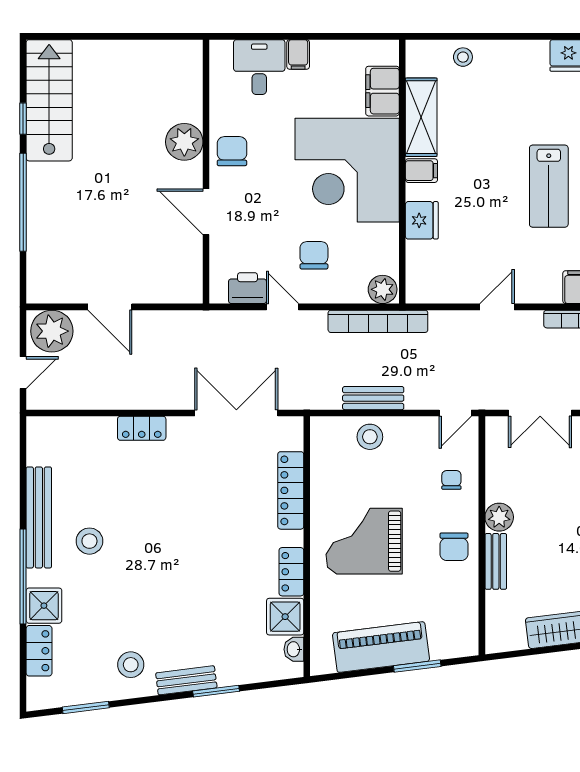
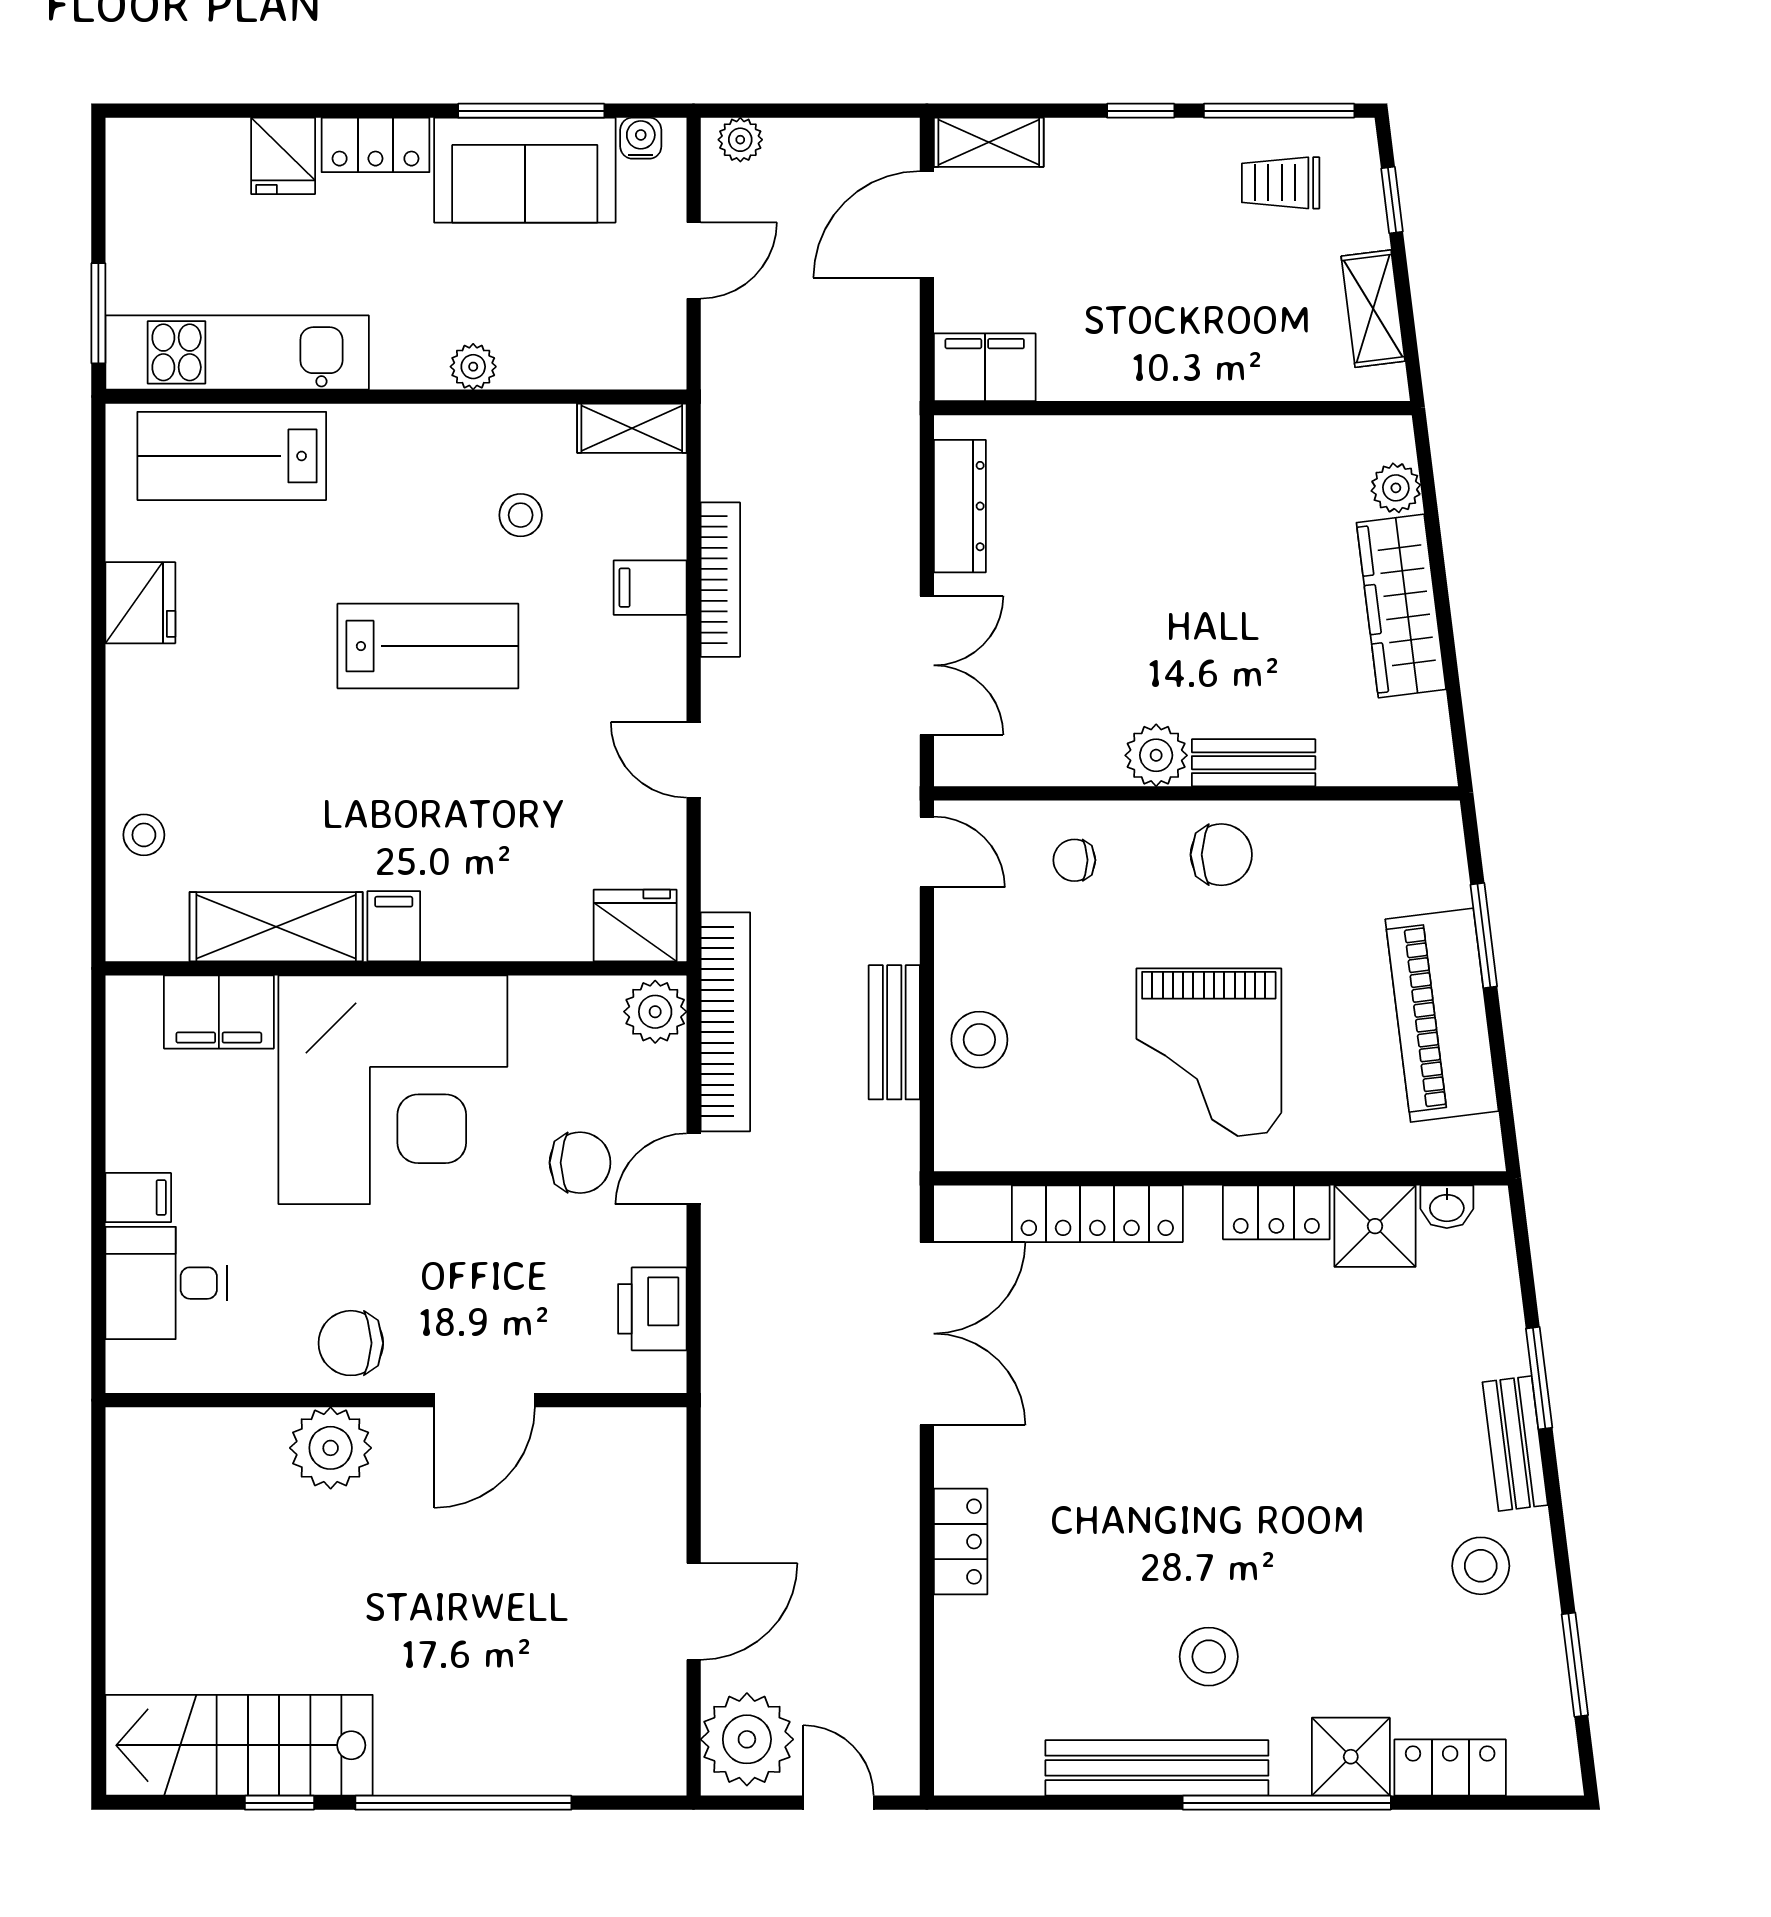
fridge: (422, 220) -> (635, 926), moved
chair: (314, 255) -> (580, 1163), turned 180
door: (282, 307) -> (694, 1169), moved
double door: (236, 413) -> (927, 1334), swing flipped

